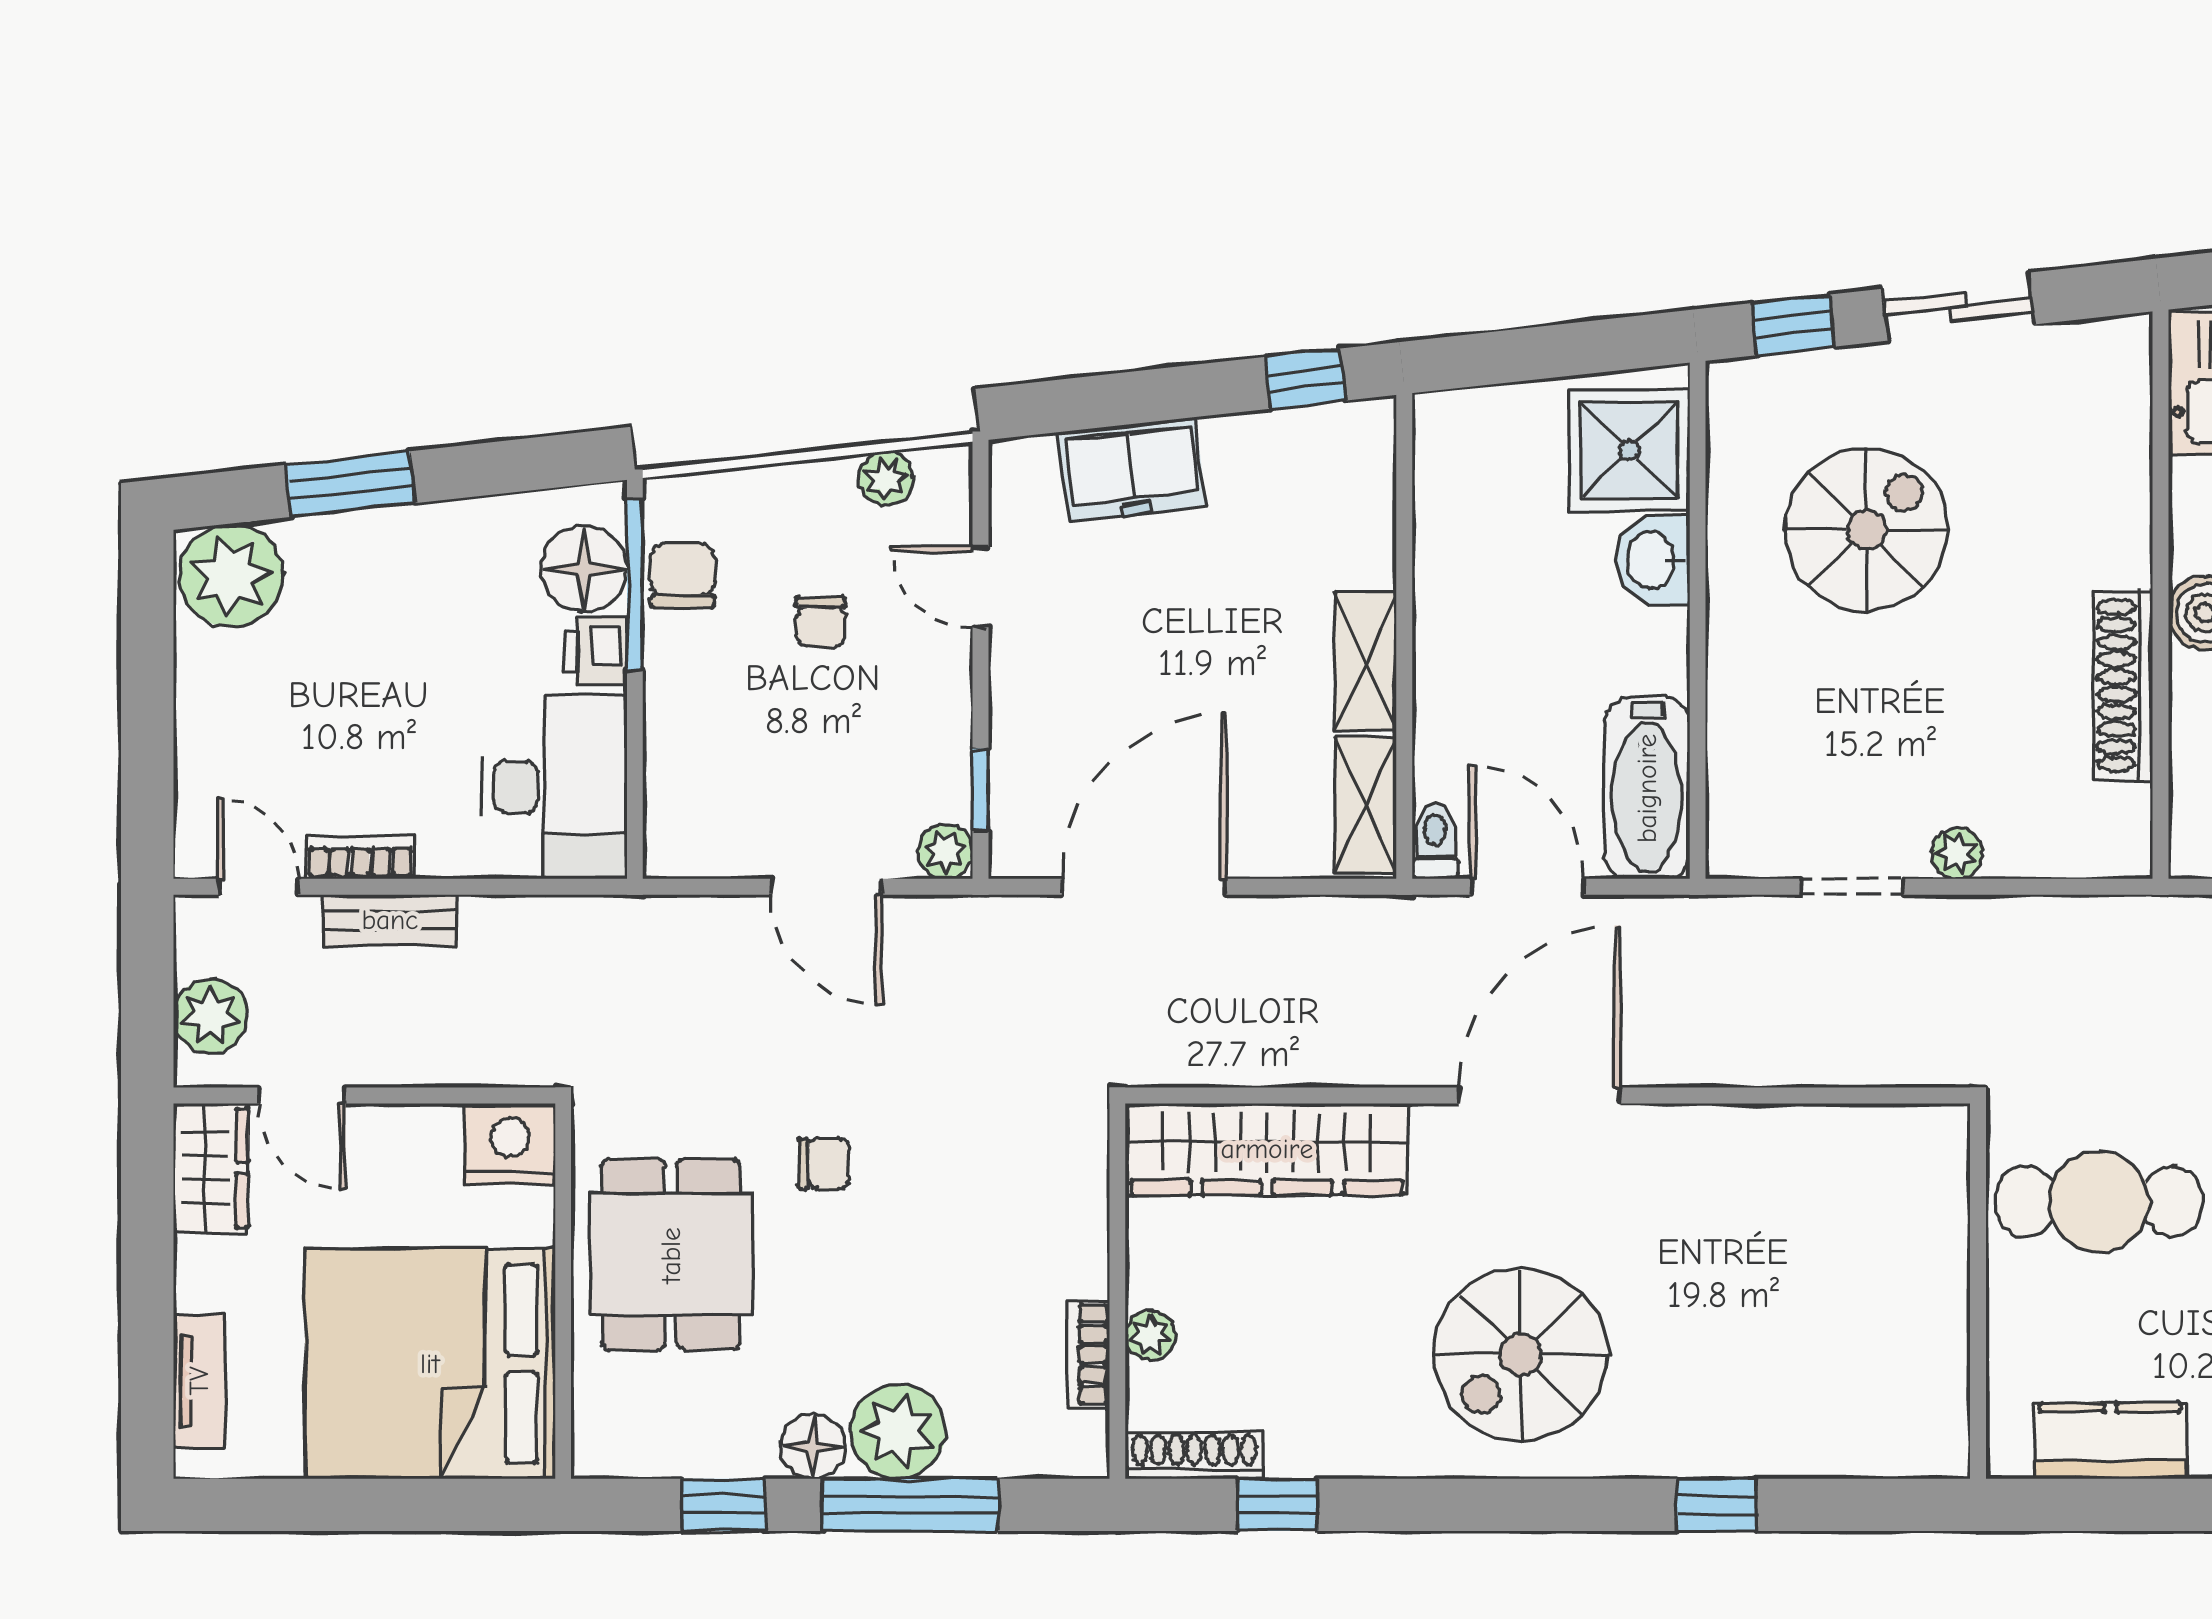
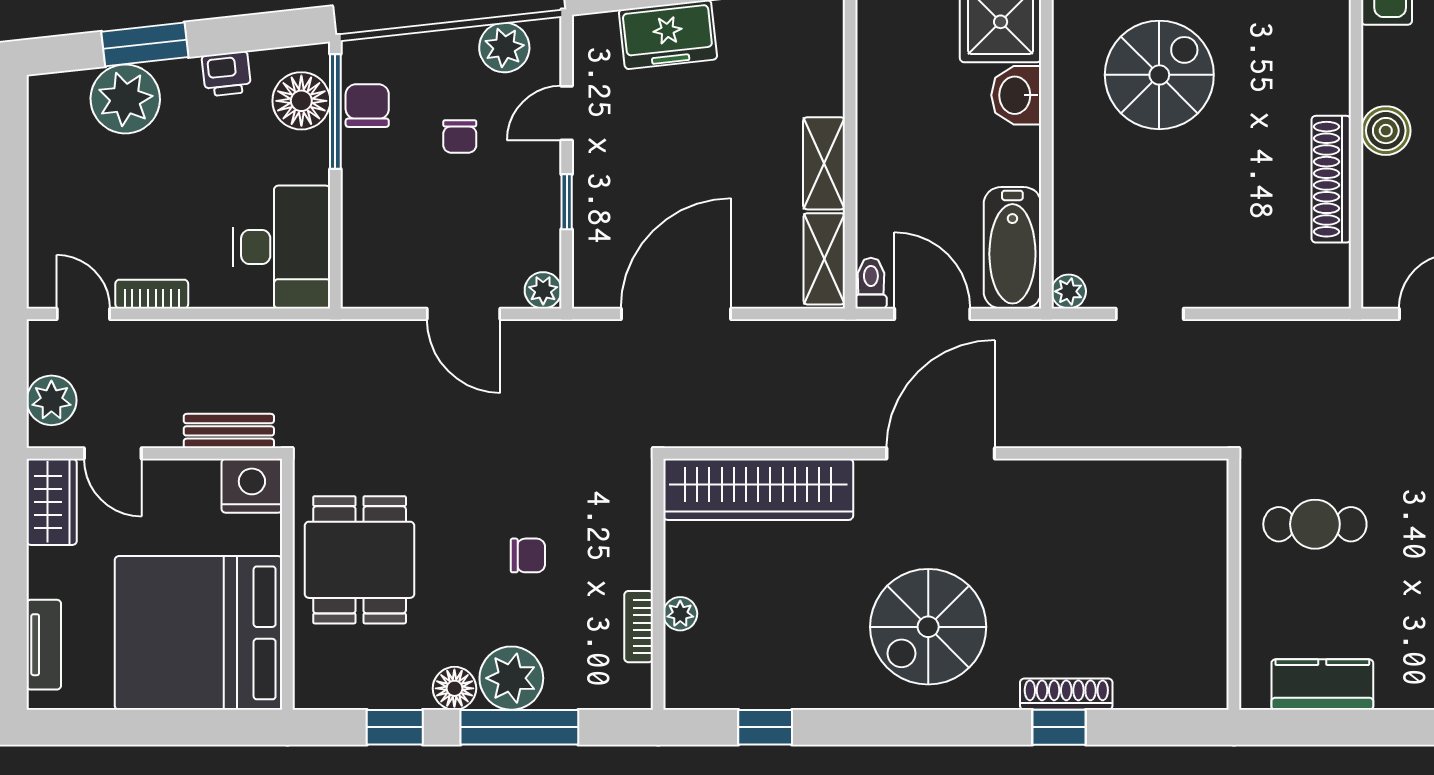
plant: (886, 479) -> (504, 47), width x1.38, depth x1.38
plant: (231, 576) -> (125, 99), moved
door: (980, 587) -> (567, 113), hinge flipped
printer: (596, 651) -> (226, 74), moved, turned -96
window: (980, 790) -> (567, 202), moved
plant: (1957, 853) -> (1069, 291), moved
bench: (390, 920) -> (229, 431), moved
chair: (824, 1163) -> (528, 555), moved
cafe table: (2099, 1201) -> (1315, 524), width x0.73, depth x0.74
shoe rack: (1194, 1455) -> (1066, 694), moved

